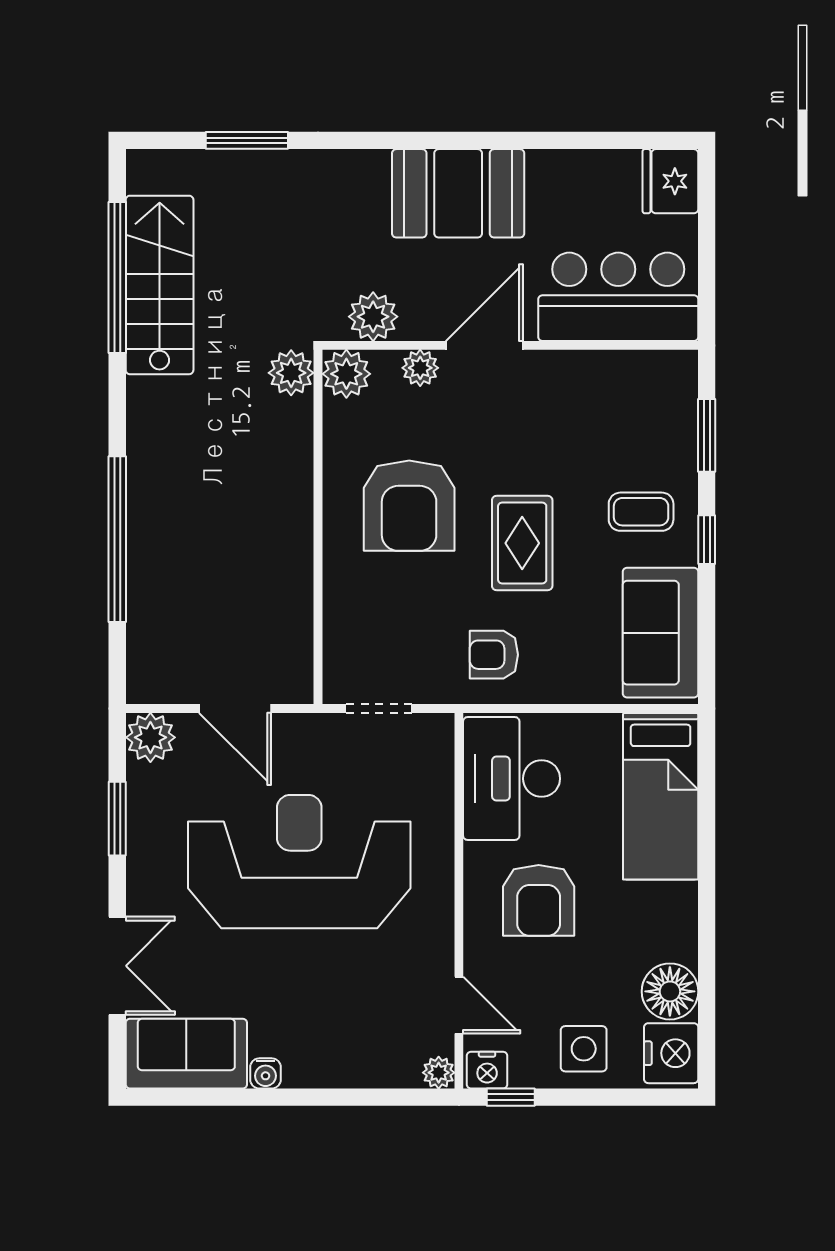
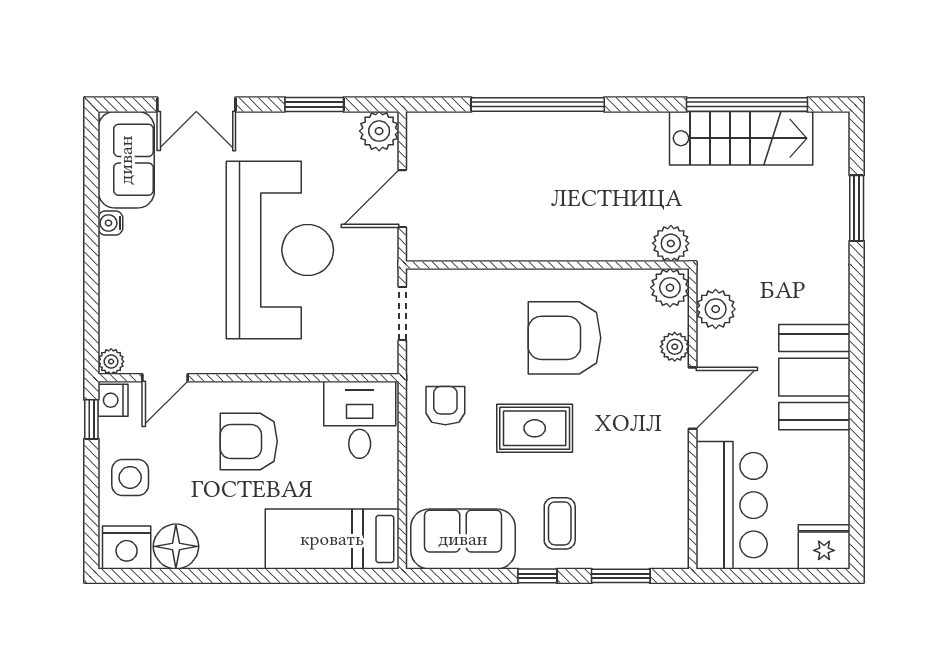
door: (484, 345) -> (693, 398), hinge flipped
desk: (512, 779) -> (360, 420), width x0.73

